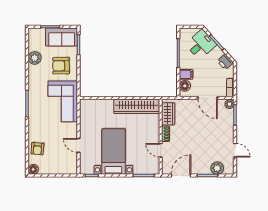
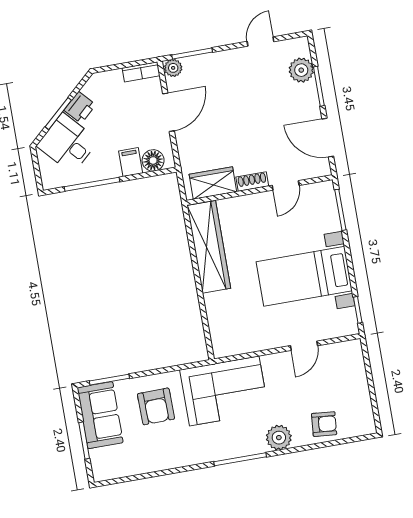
plant: (35, 58) -> (279, 438), moved
printer: (225, 62) -> (80, 108), moved
floor lamp: (33, 169) -> (366, 425), removed

